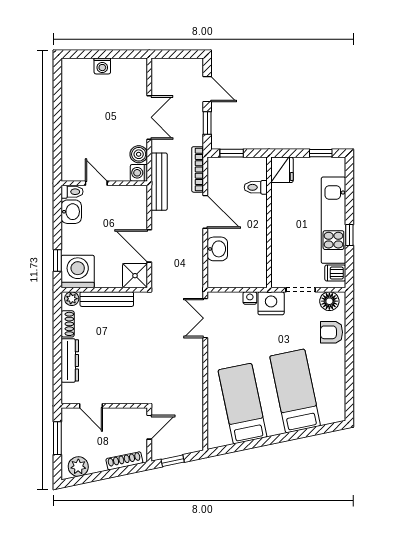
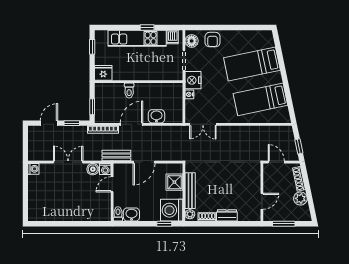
washing machine: (102, 66) -> (33, 169), moved
bench: (159, 182) -> (116, 155), width x0.73
door: (96, 183) -> (112, 184), moved
toilet: (256, 187) -> (129, 91), moved
door: (149, 246) -> (144, 162), moved
shower: (135, 276) -> (174, 182), moved
dresser: (70, 360) -> (227, 215), width x0.70
plant: (78, 467) -> (300, 199), moved

